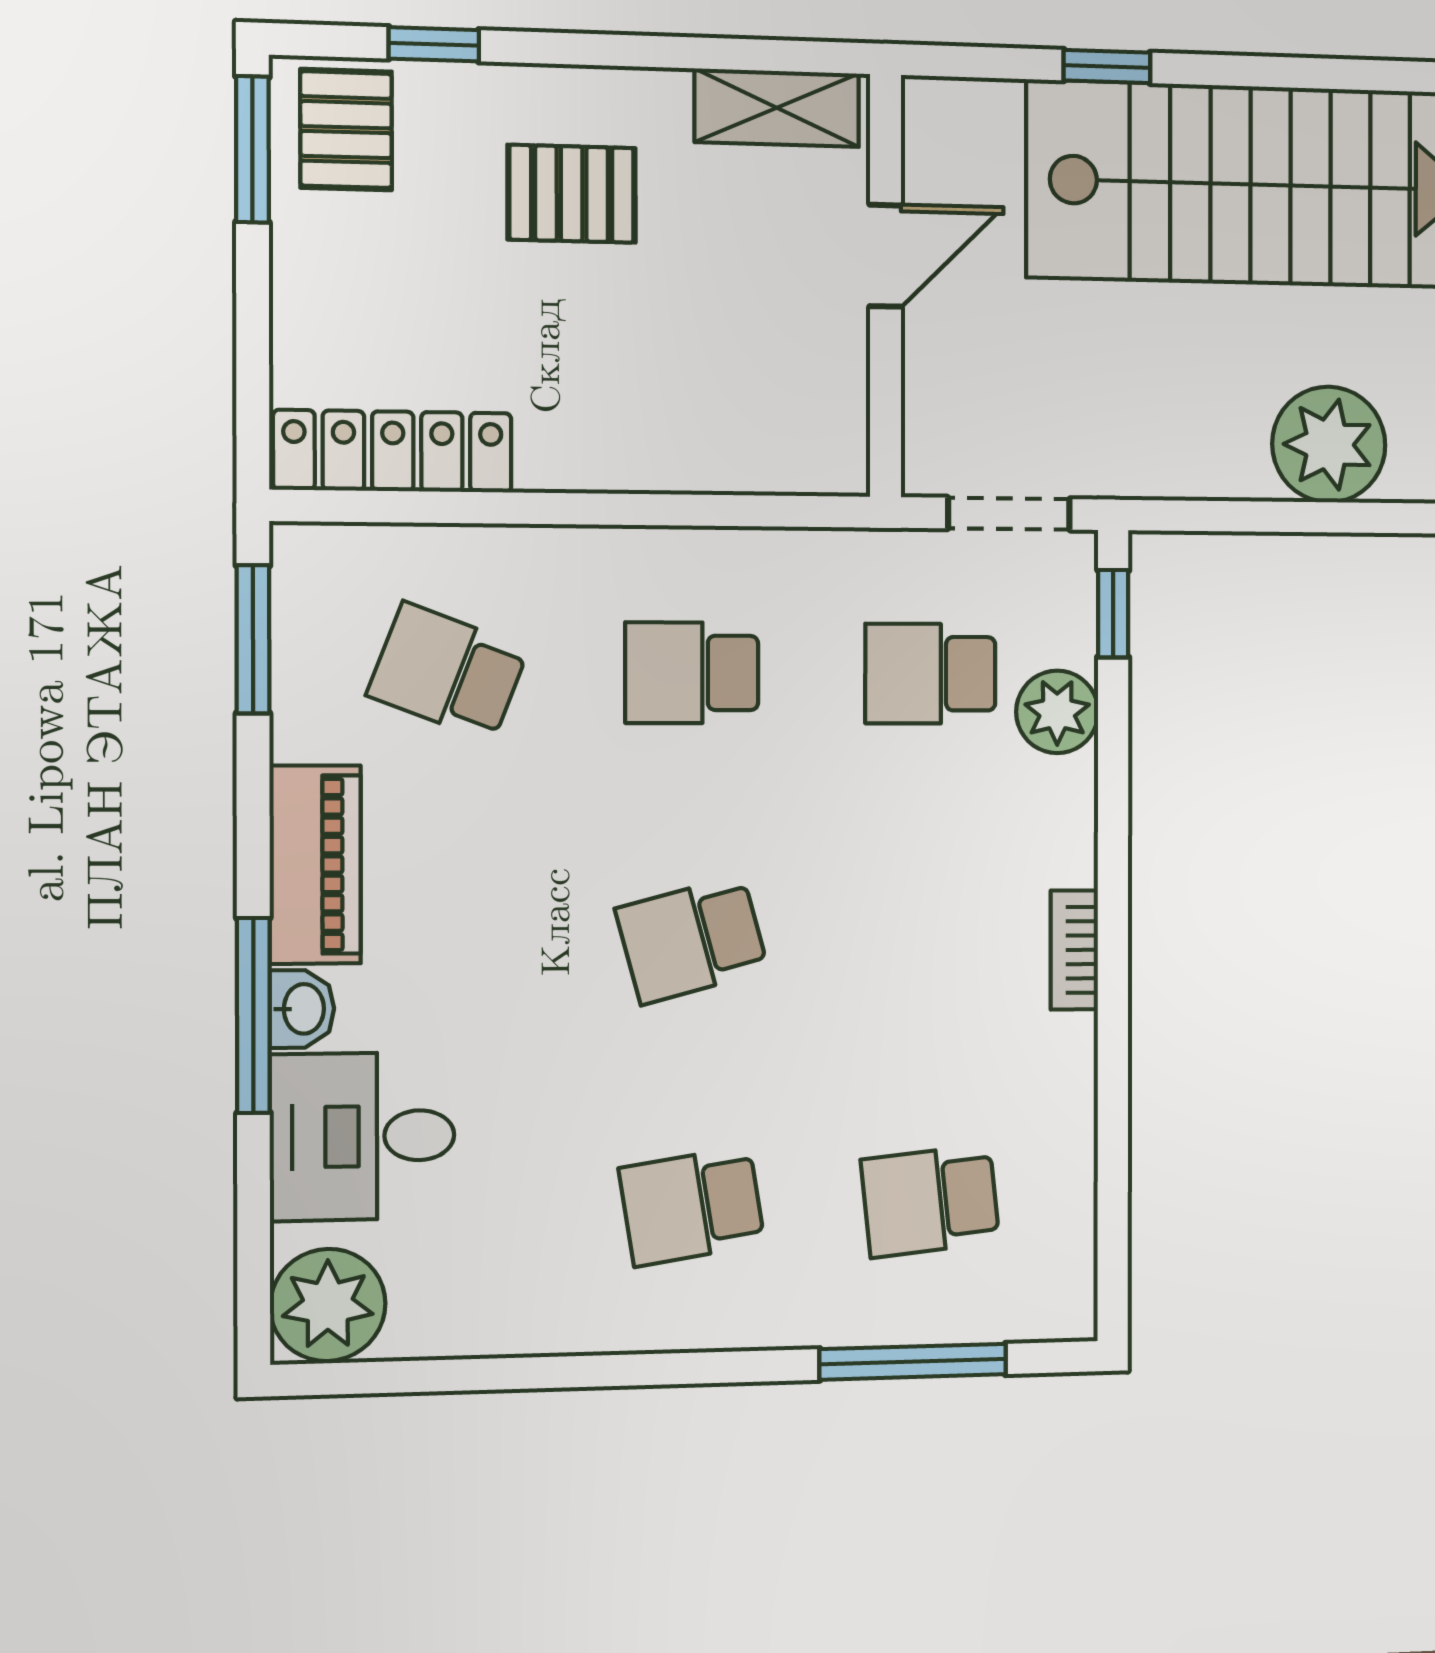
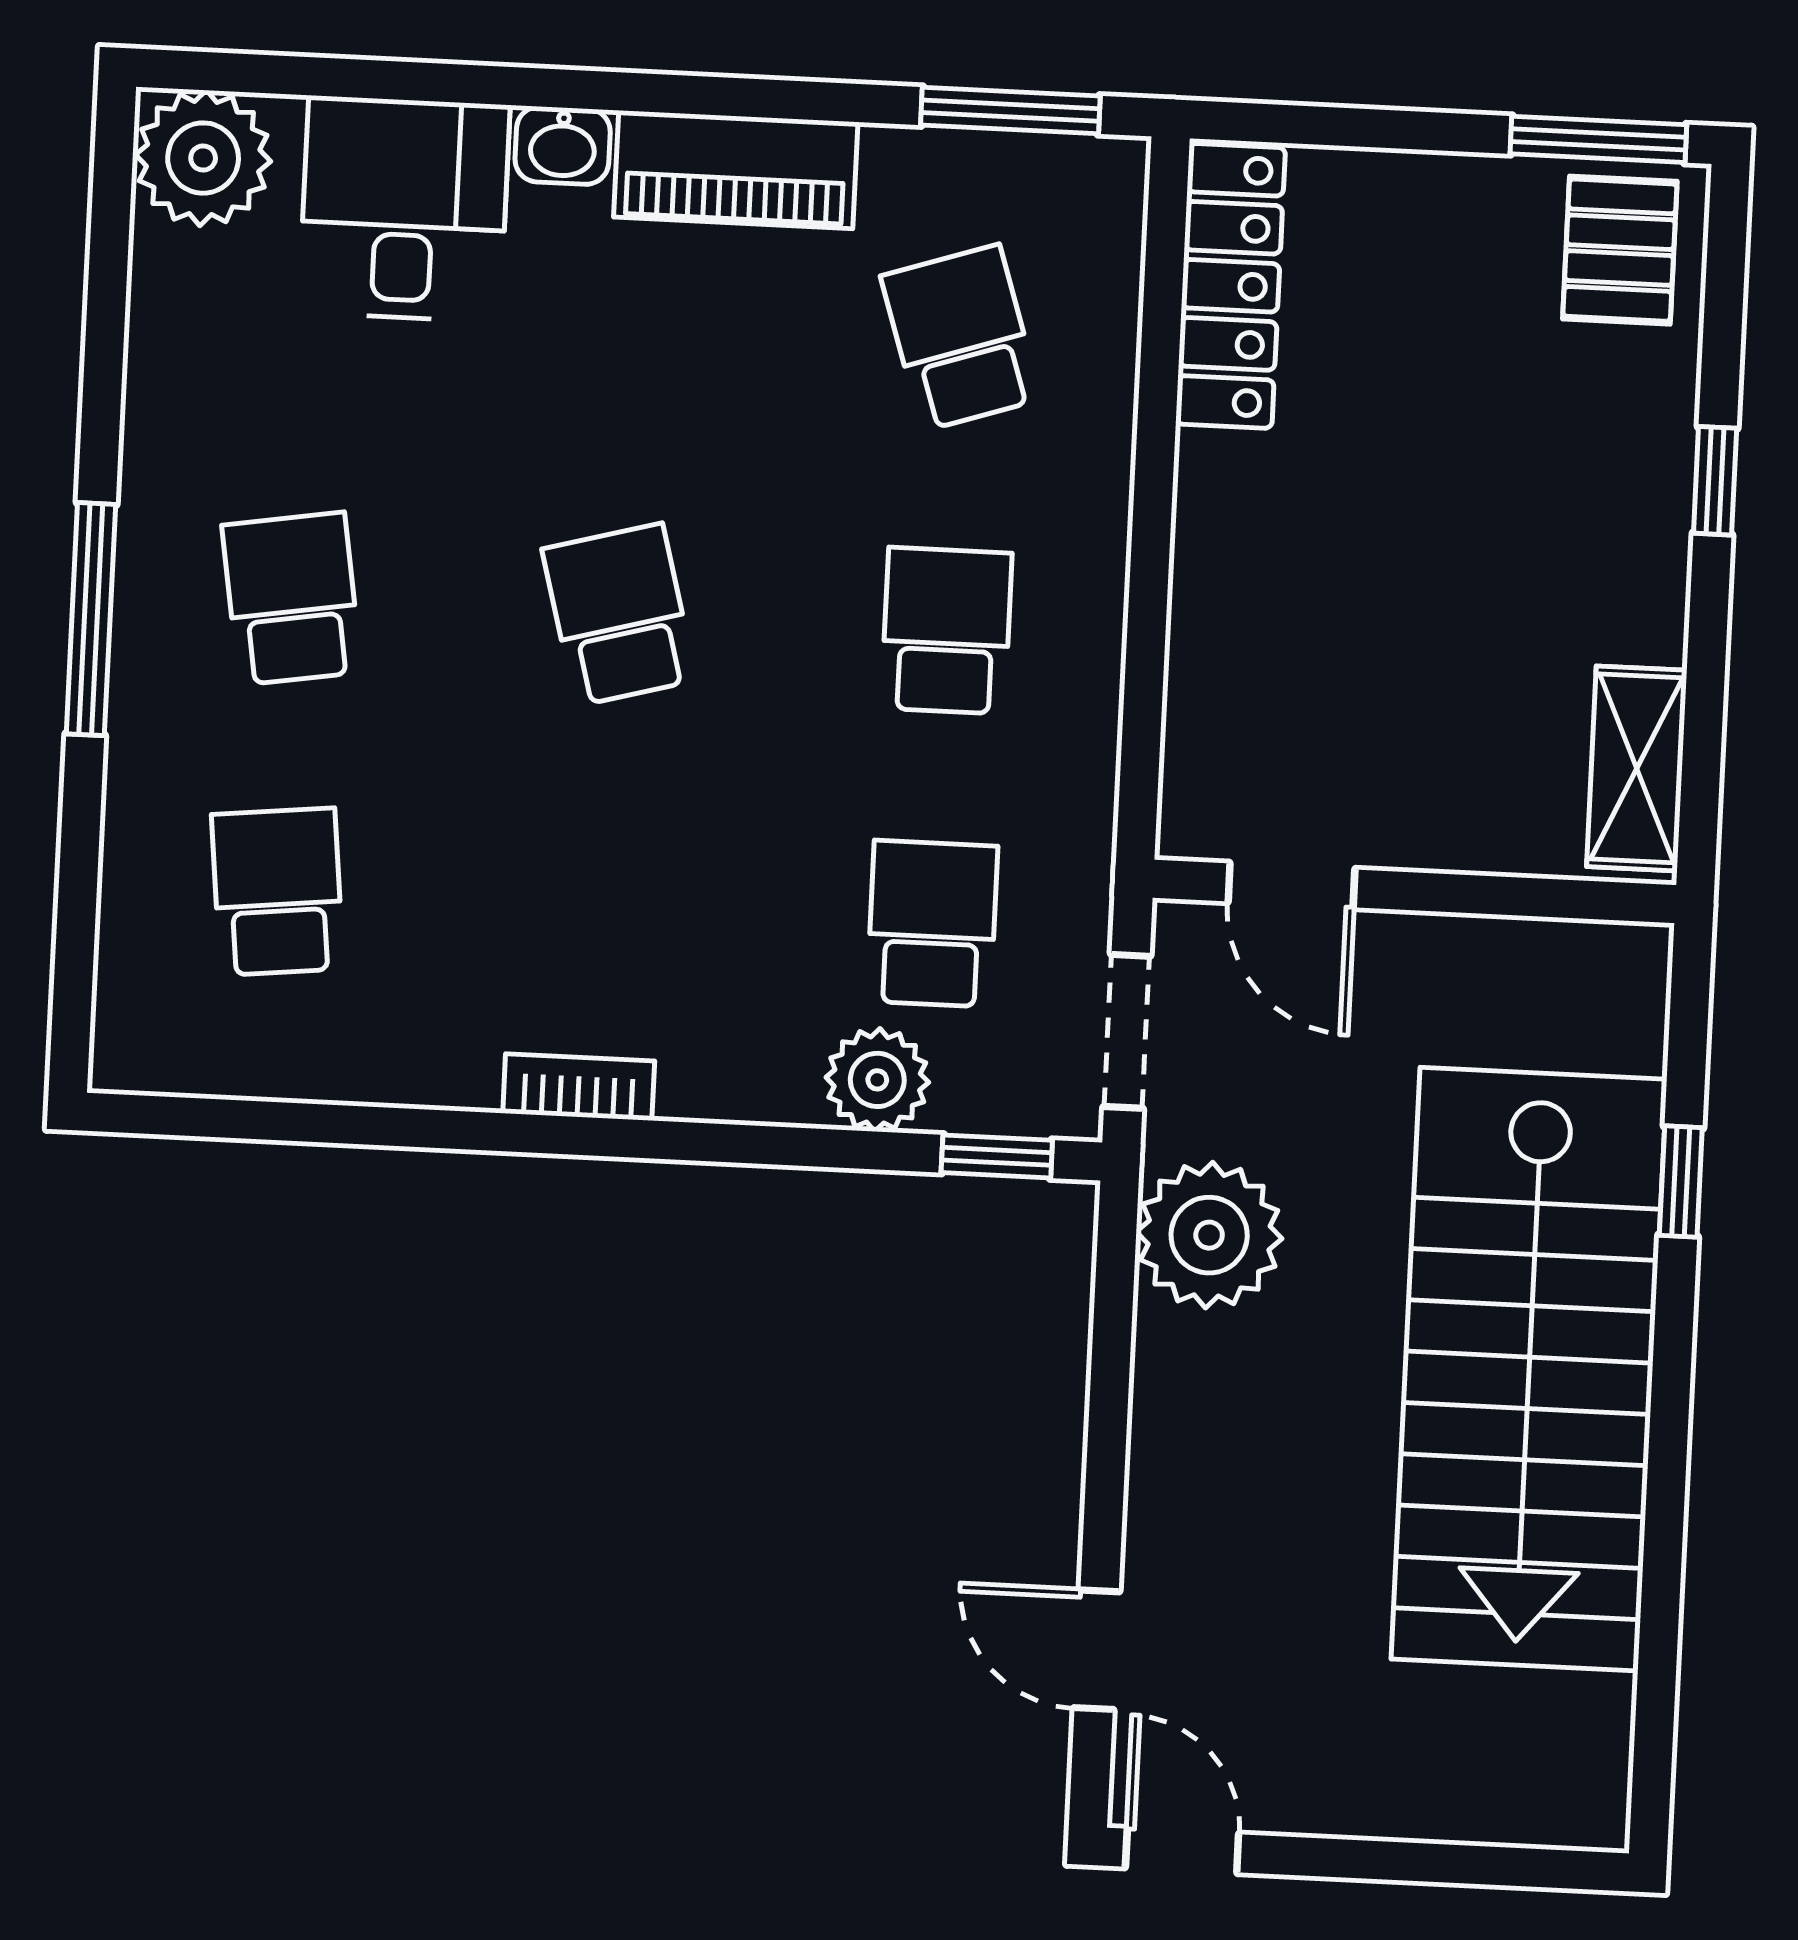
window: (434, 44) -> (1715, 481), moved
pallet: (346, 130) -> (1620, 250), turned 90
pallet: (572, 194) -> (1537, 514), removed
door: (886, 256) -> (1291, 885), moved
plant: (1329, 445) -> (1209, 1235), moved
school desk: (448, 672) -> (961, 338), turned -39
window: (253, 1015) -> (558, 88), removed
window: (913, 1362) -> (91, 619), moved

